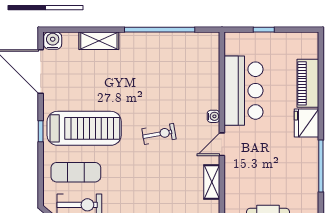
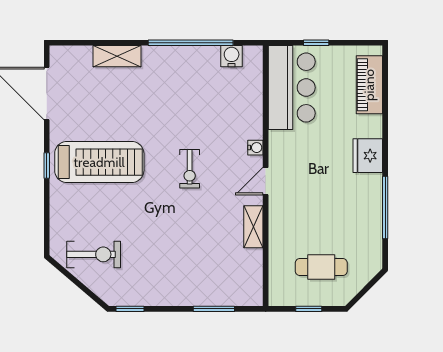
water cooler: (53, 41) -> (232, 56), moved
piano: (308, 83) -> (369, 85), moved
bar counter: (243, 91) -> (292, 88), moved
exercise bike: (159, 134) -> (190, 169), turned 100
exercise mat: (76, 172) -> (89, 215), removed

